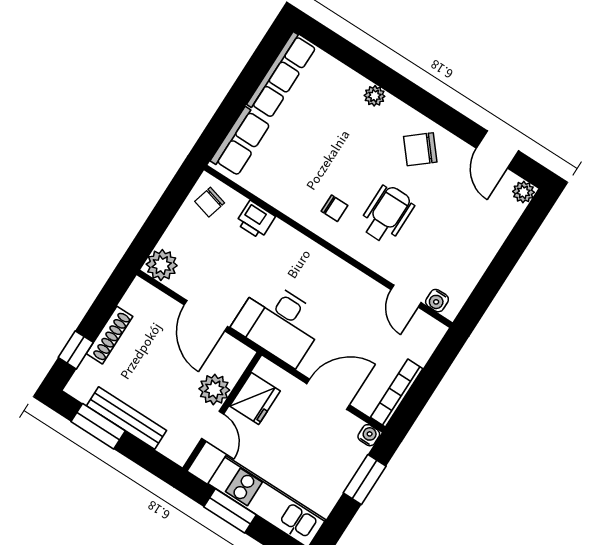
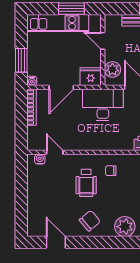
plant: (375, 96) -> (125, 227), width x1.87, depth x1.87
plant: (523, 192) -> (32, 231), removed
plant: (214, 389) -> (112, 69), moved
fridge: (255, 398) -> (91, 77), moved, turned 90

